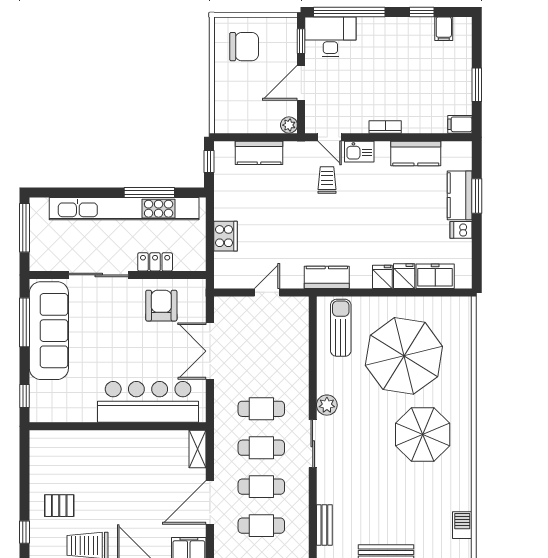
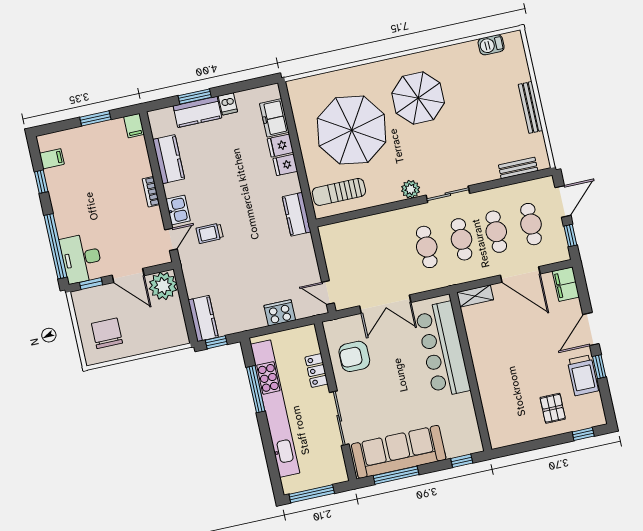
plant: (289, 125) -> (163, 286), width x1.87, depth x1.87
kitchen counter: (259, 153) -> (203, 318), moved
door: (267, 292) -> (328, 293), moved

